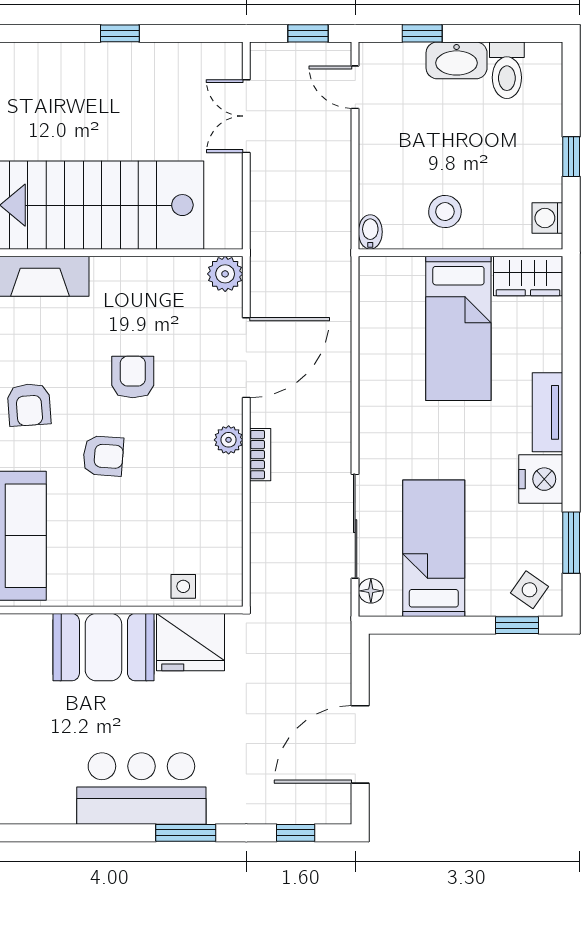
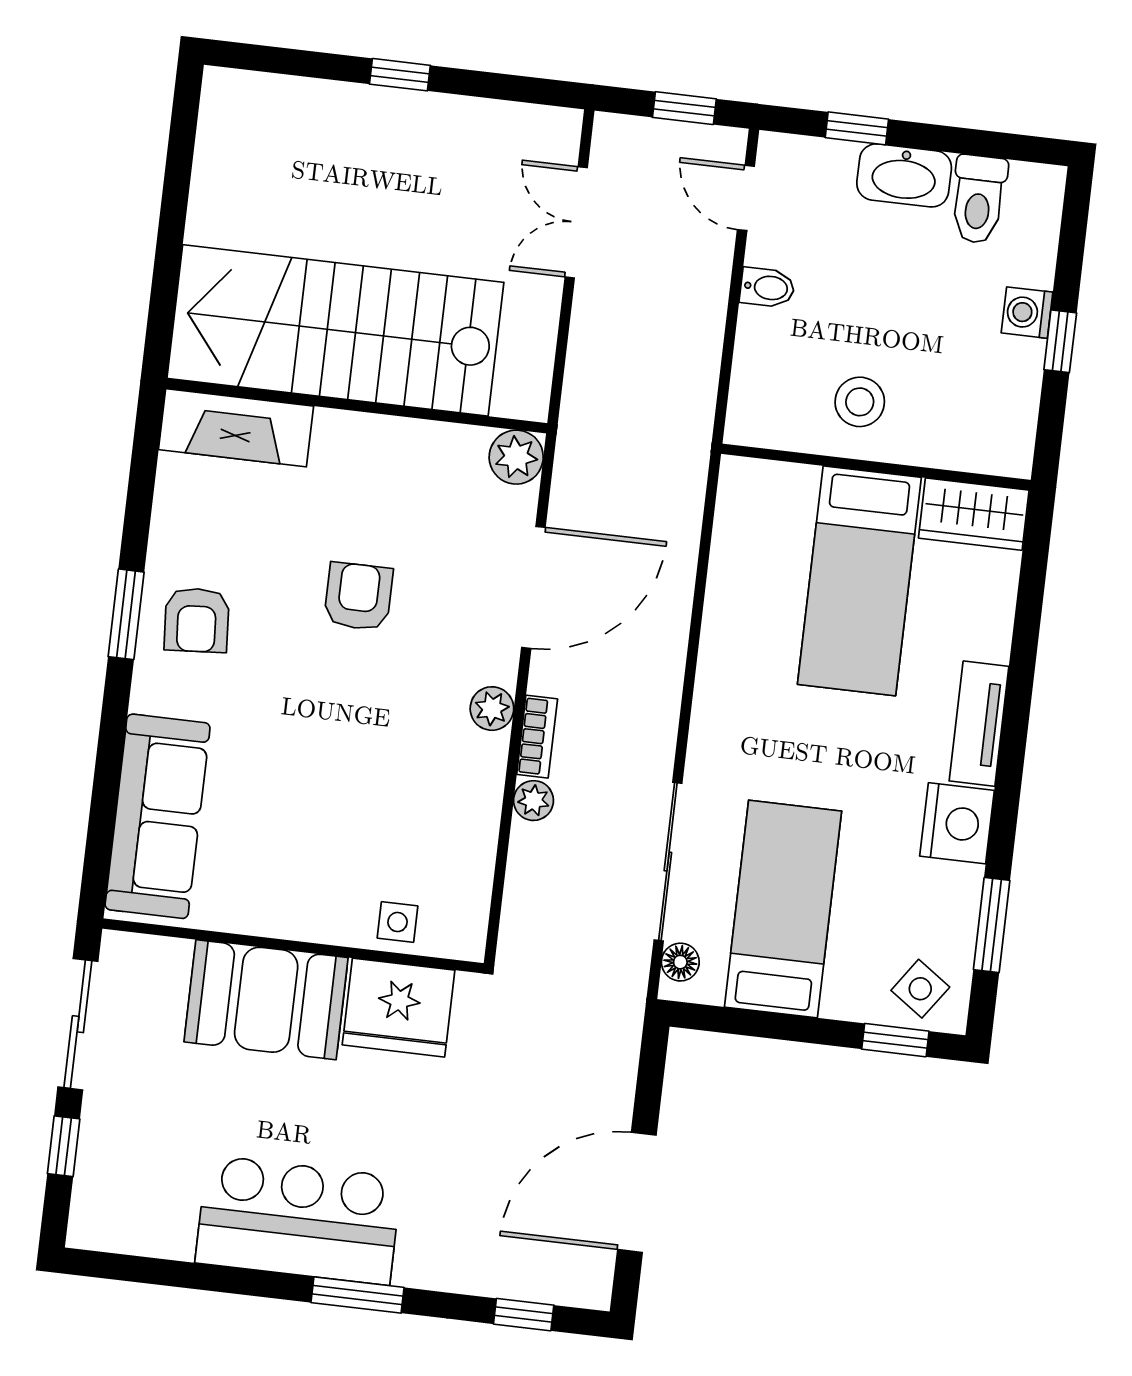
washing machine: (547, 218) -> (1027, 313), moved
bidet: (370, 232) -> (767, 288), moved, turned 90
armchair: (103, 456) -> (300, 711), removed
plant: (263, 497) -> (534, 801), added

